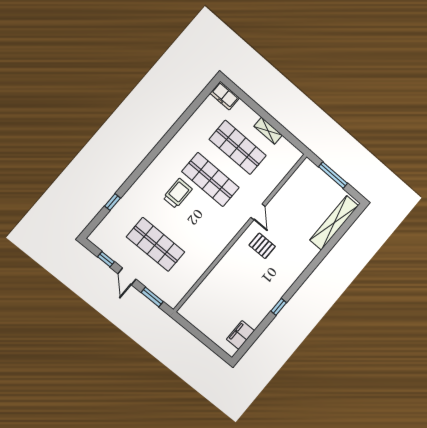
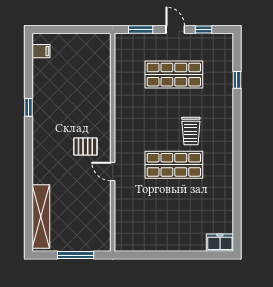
shelving: (268, 131) -> (161, 245), removed
shop shelf: (238, 147) -> (174, 210), removed
filing cabinet: (241, 335) -> (41, 51), width x0.50

